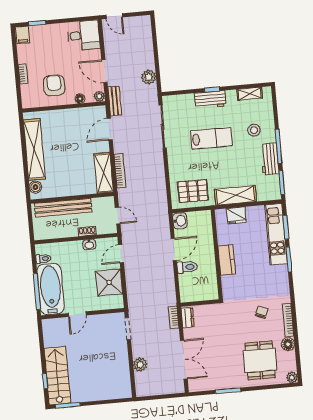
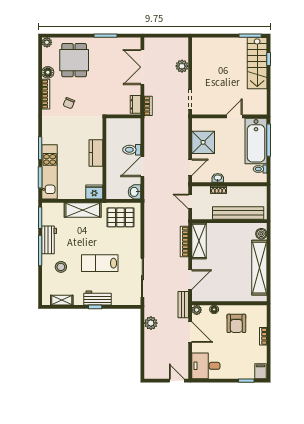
fridge: (236, 215) -> (94, 192), moved

